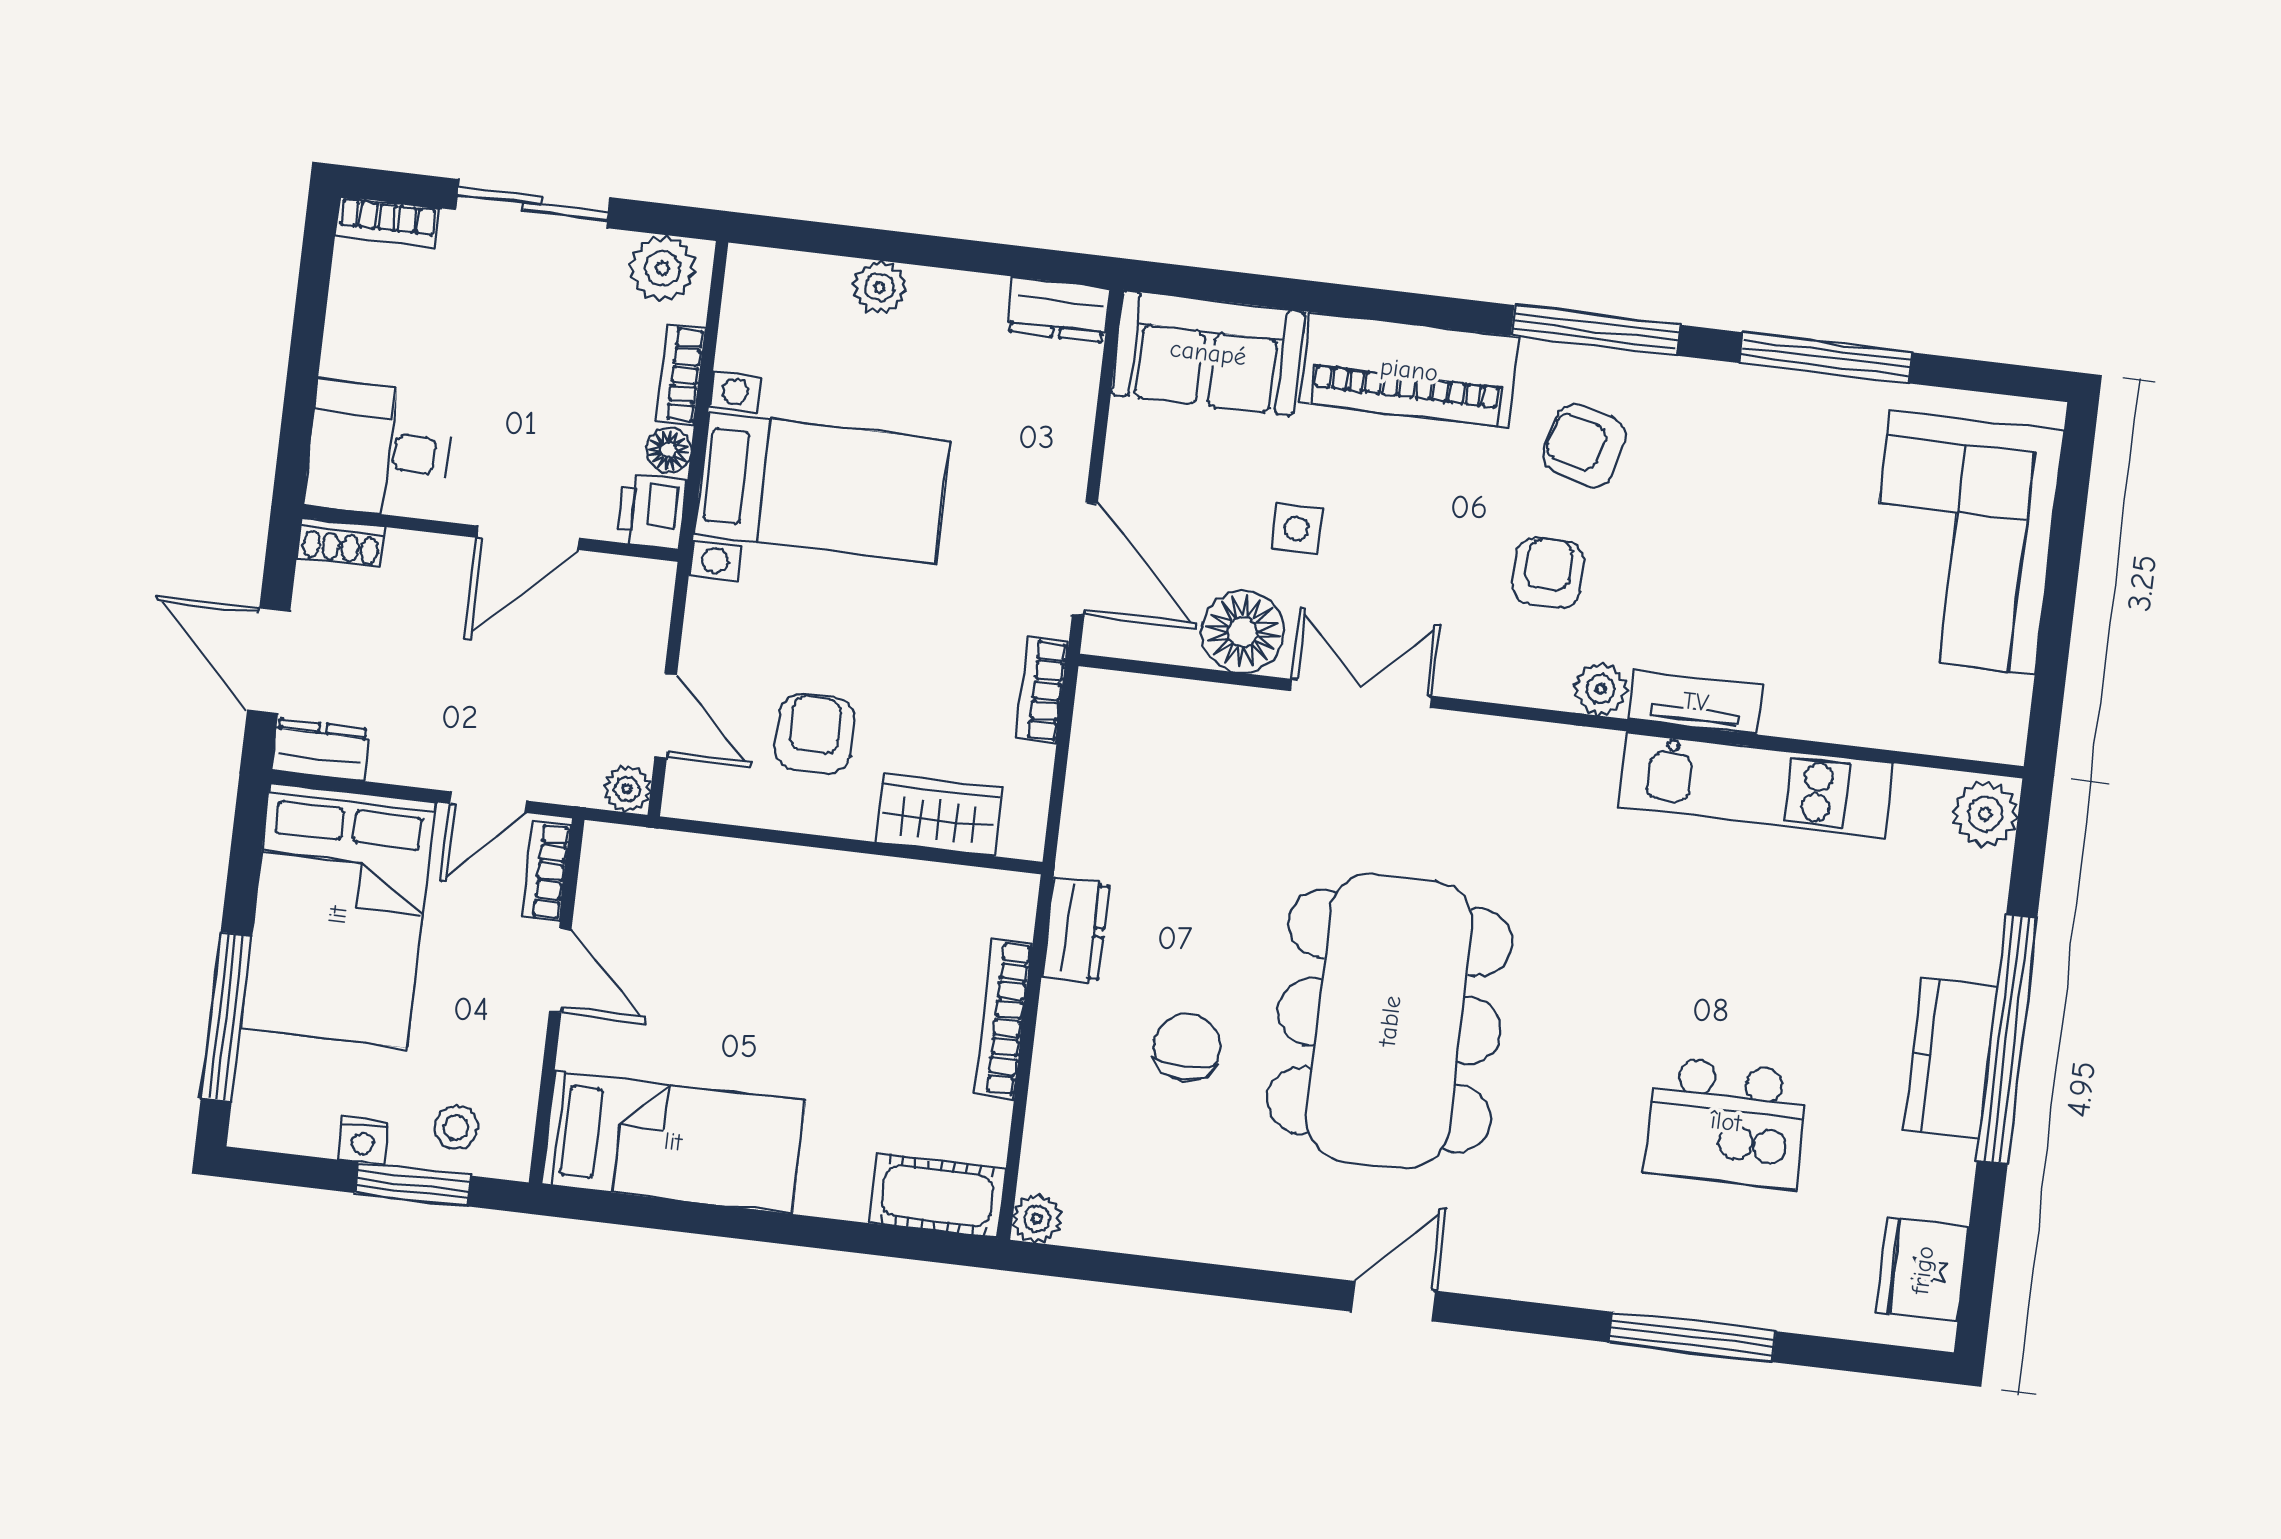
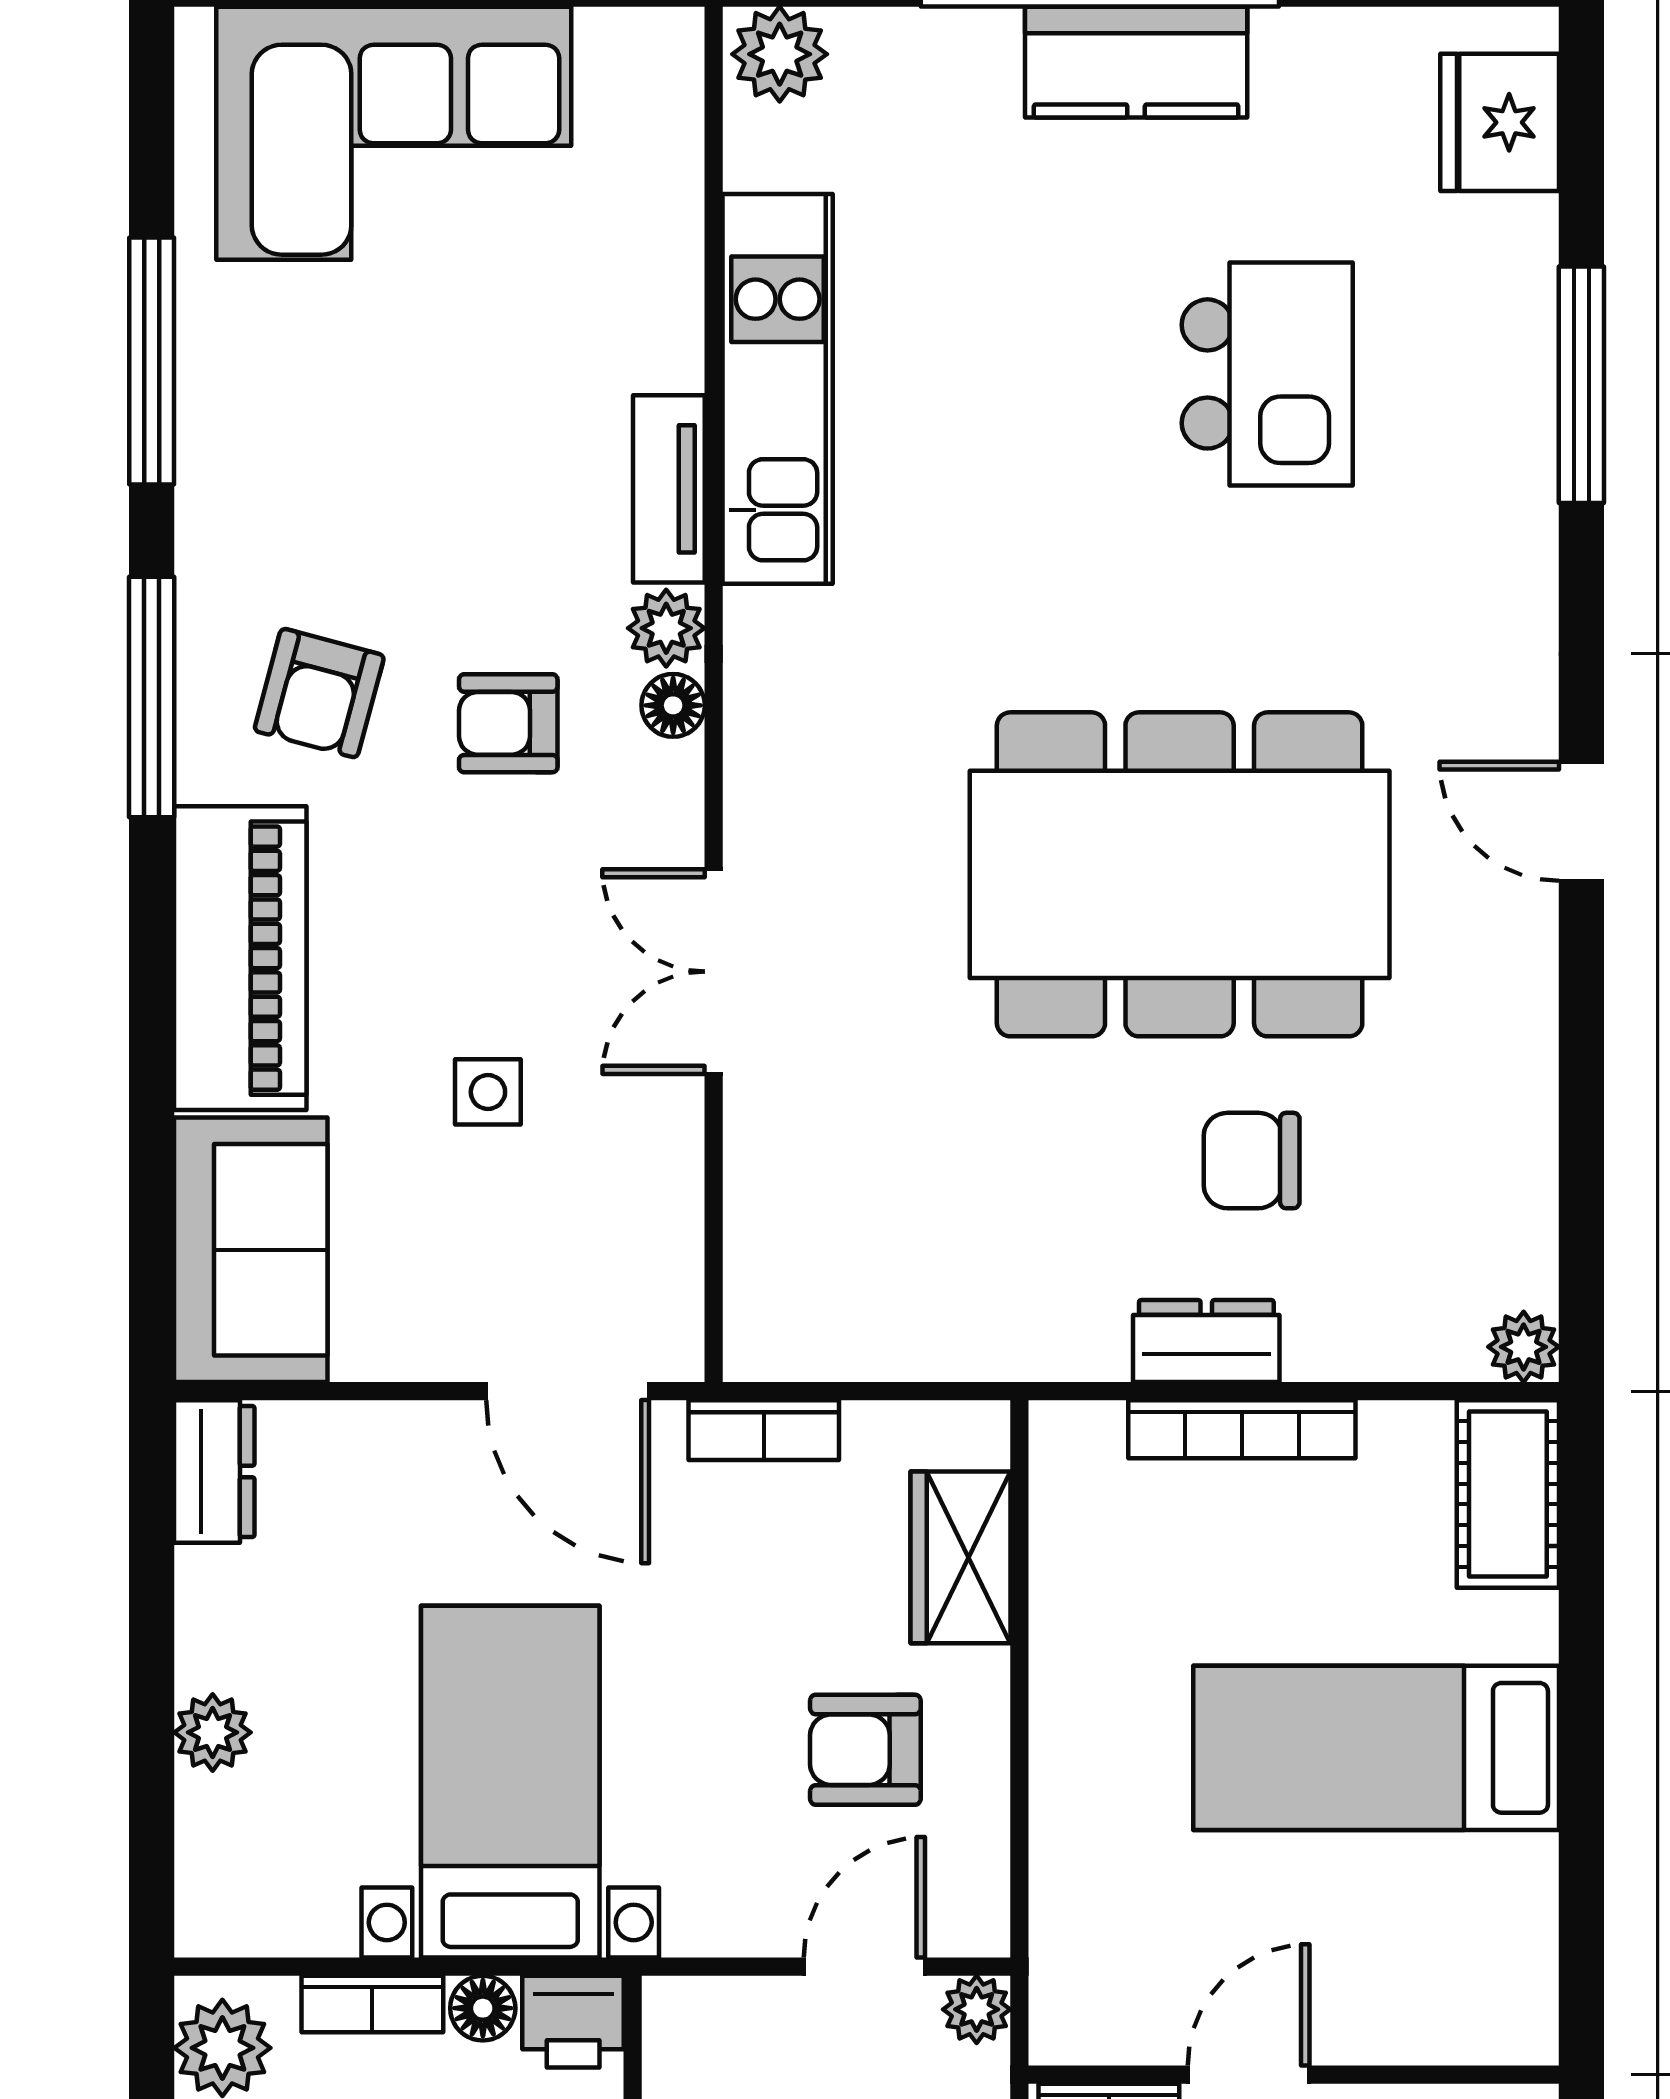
door: (1085, 559) -> (568, 1391), swing flipped
floor lamp: (1243, 632) -> (673, 705), moved, width x0.53, depth x0.53
dresser: (1076, 930) -> (1206, 1341), moved
bed: (673, 1142) -> (1376, 1748), moved, turned -90
fridge: (1923, 1270) -> (1500, 122), moved, turned 90

